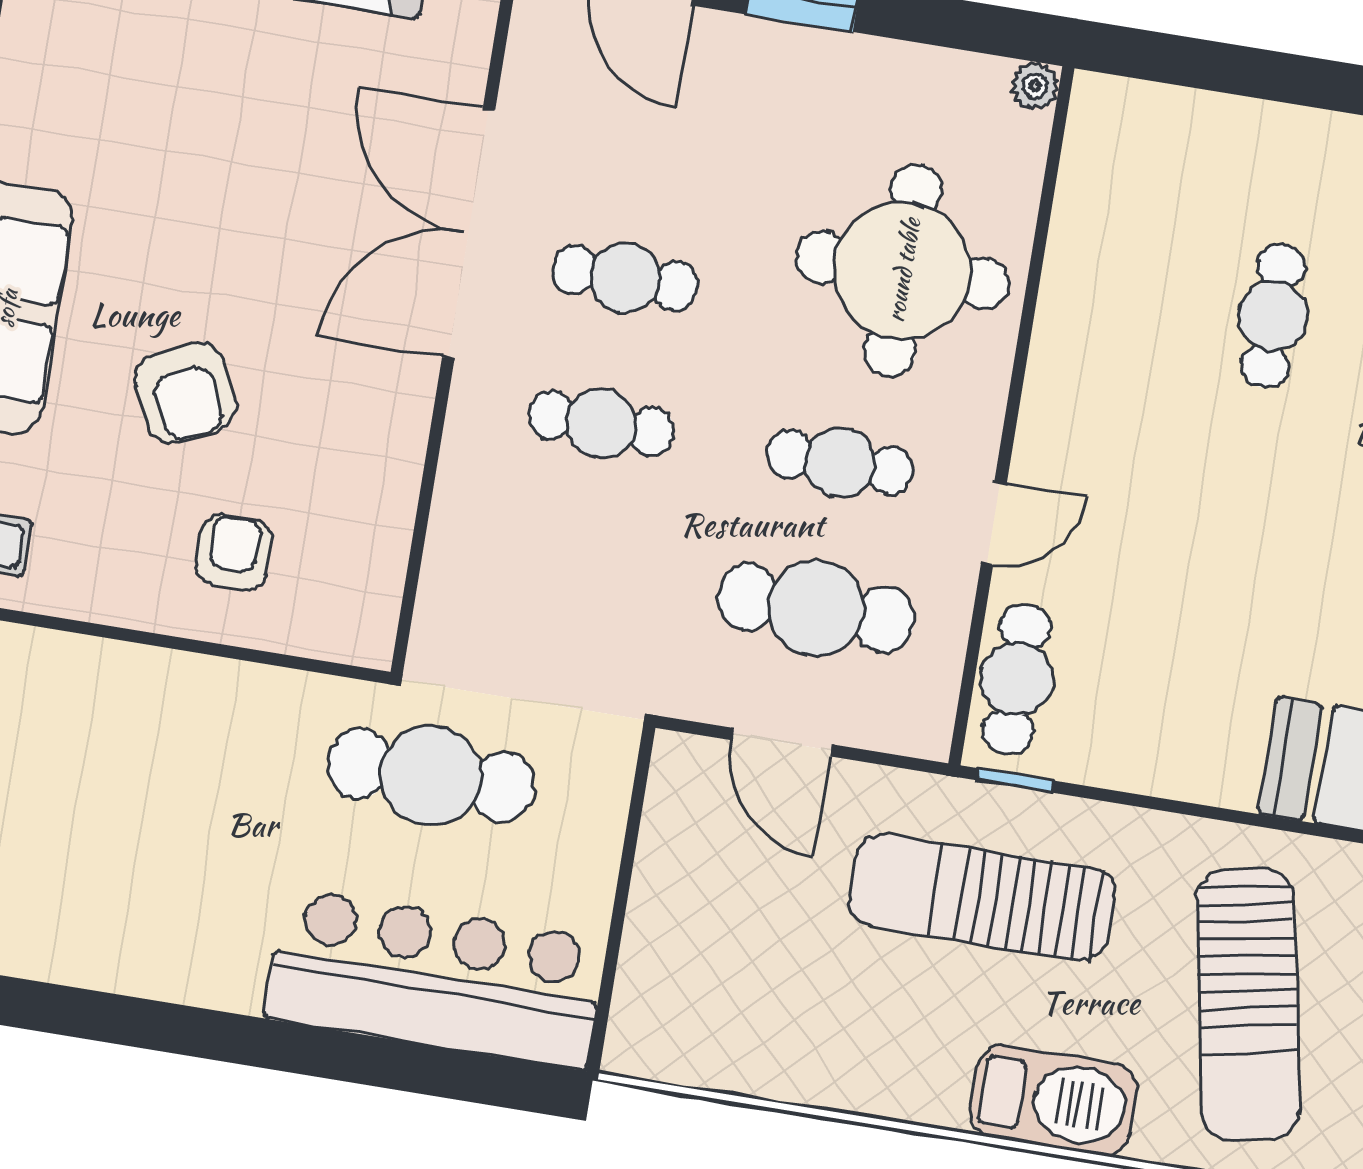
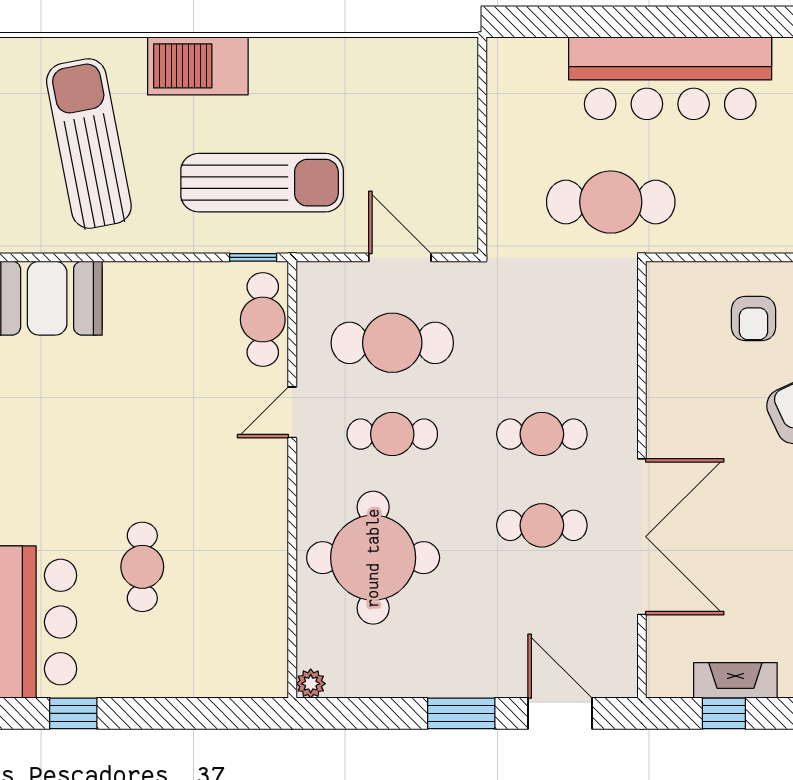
bar counter: (436, 979) -> (670, 78), moved

